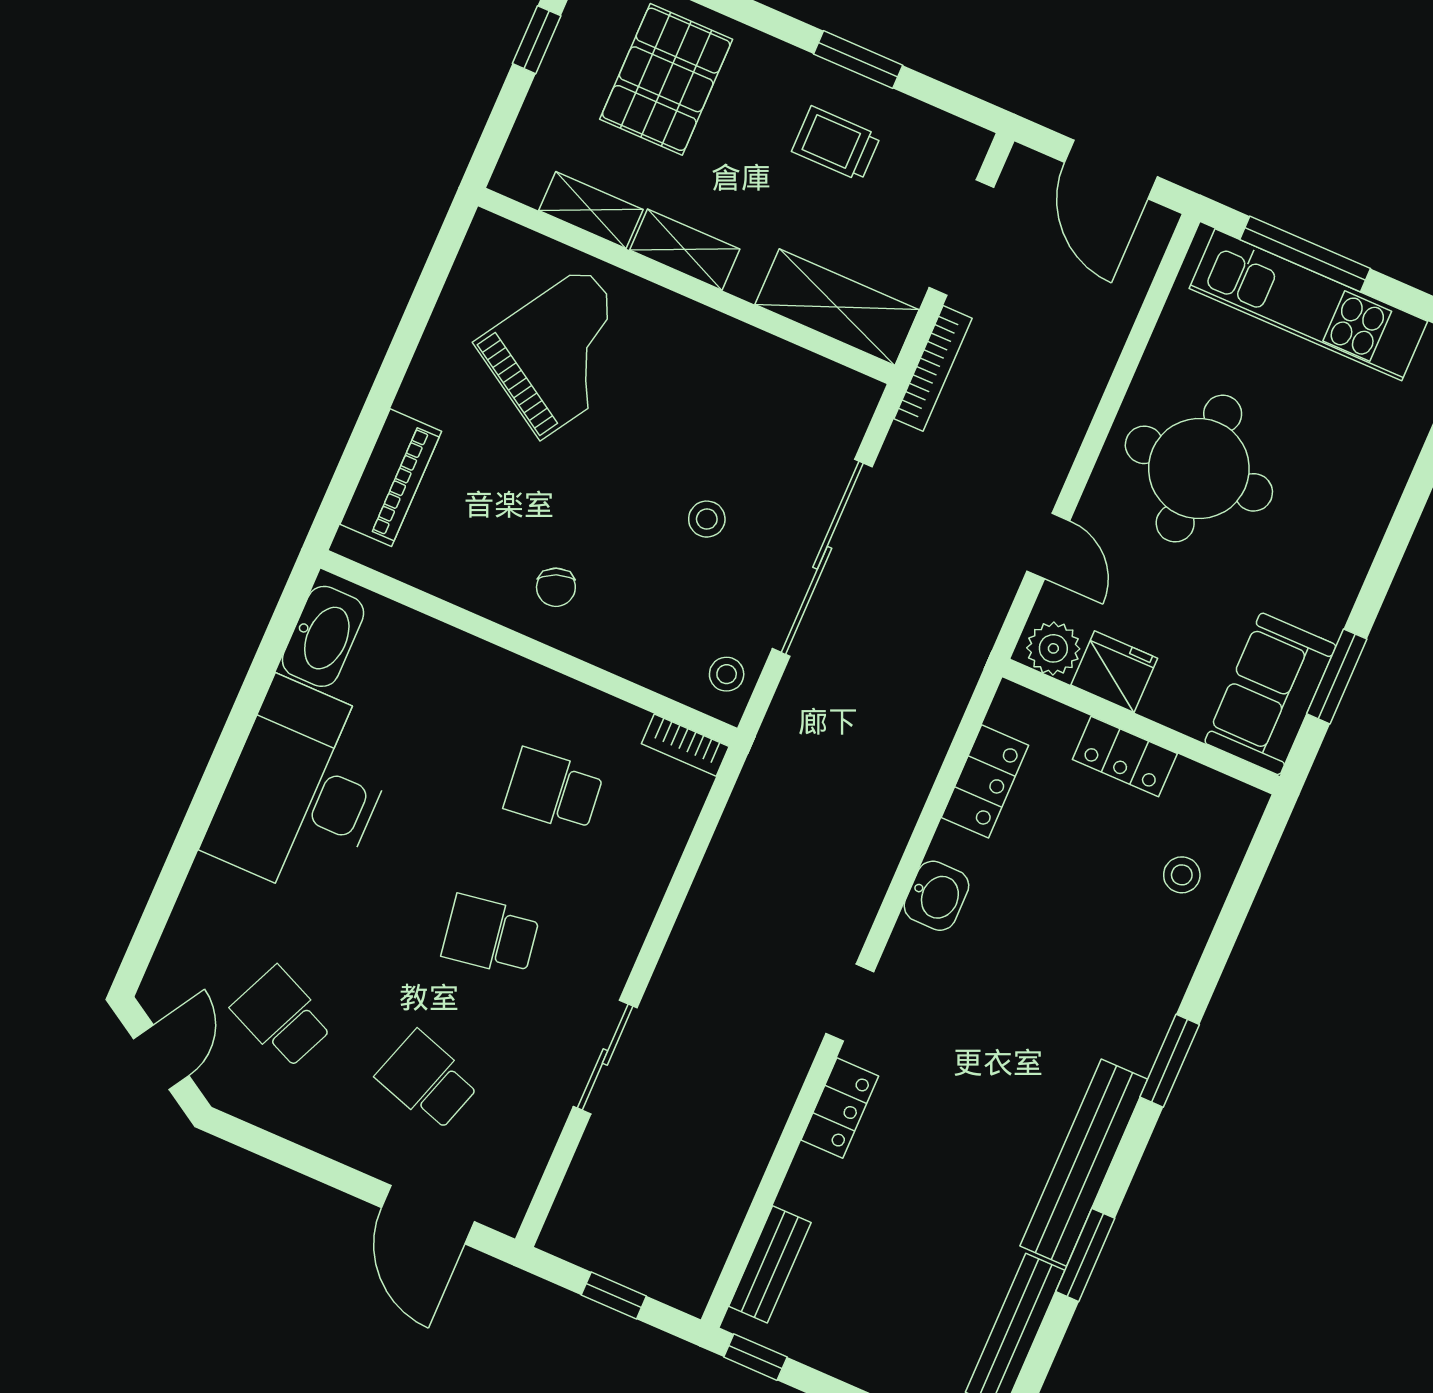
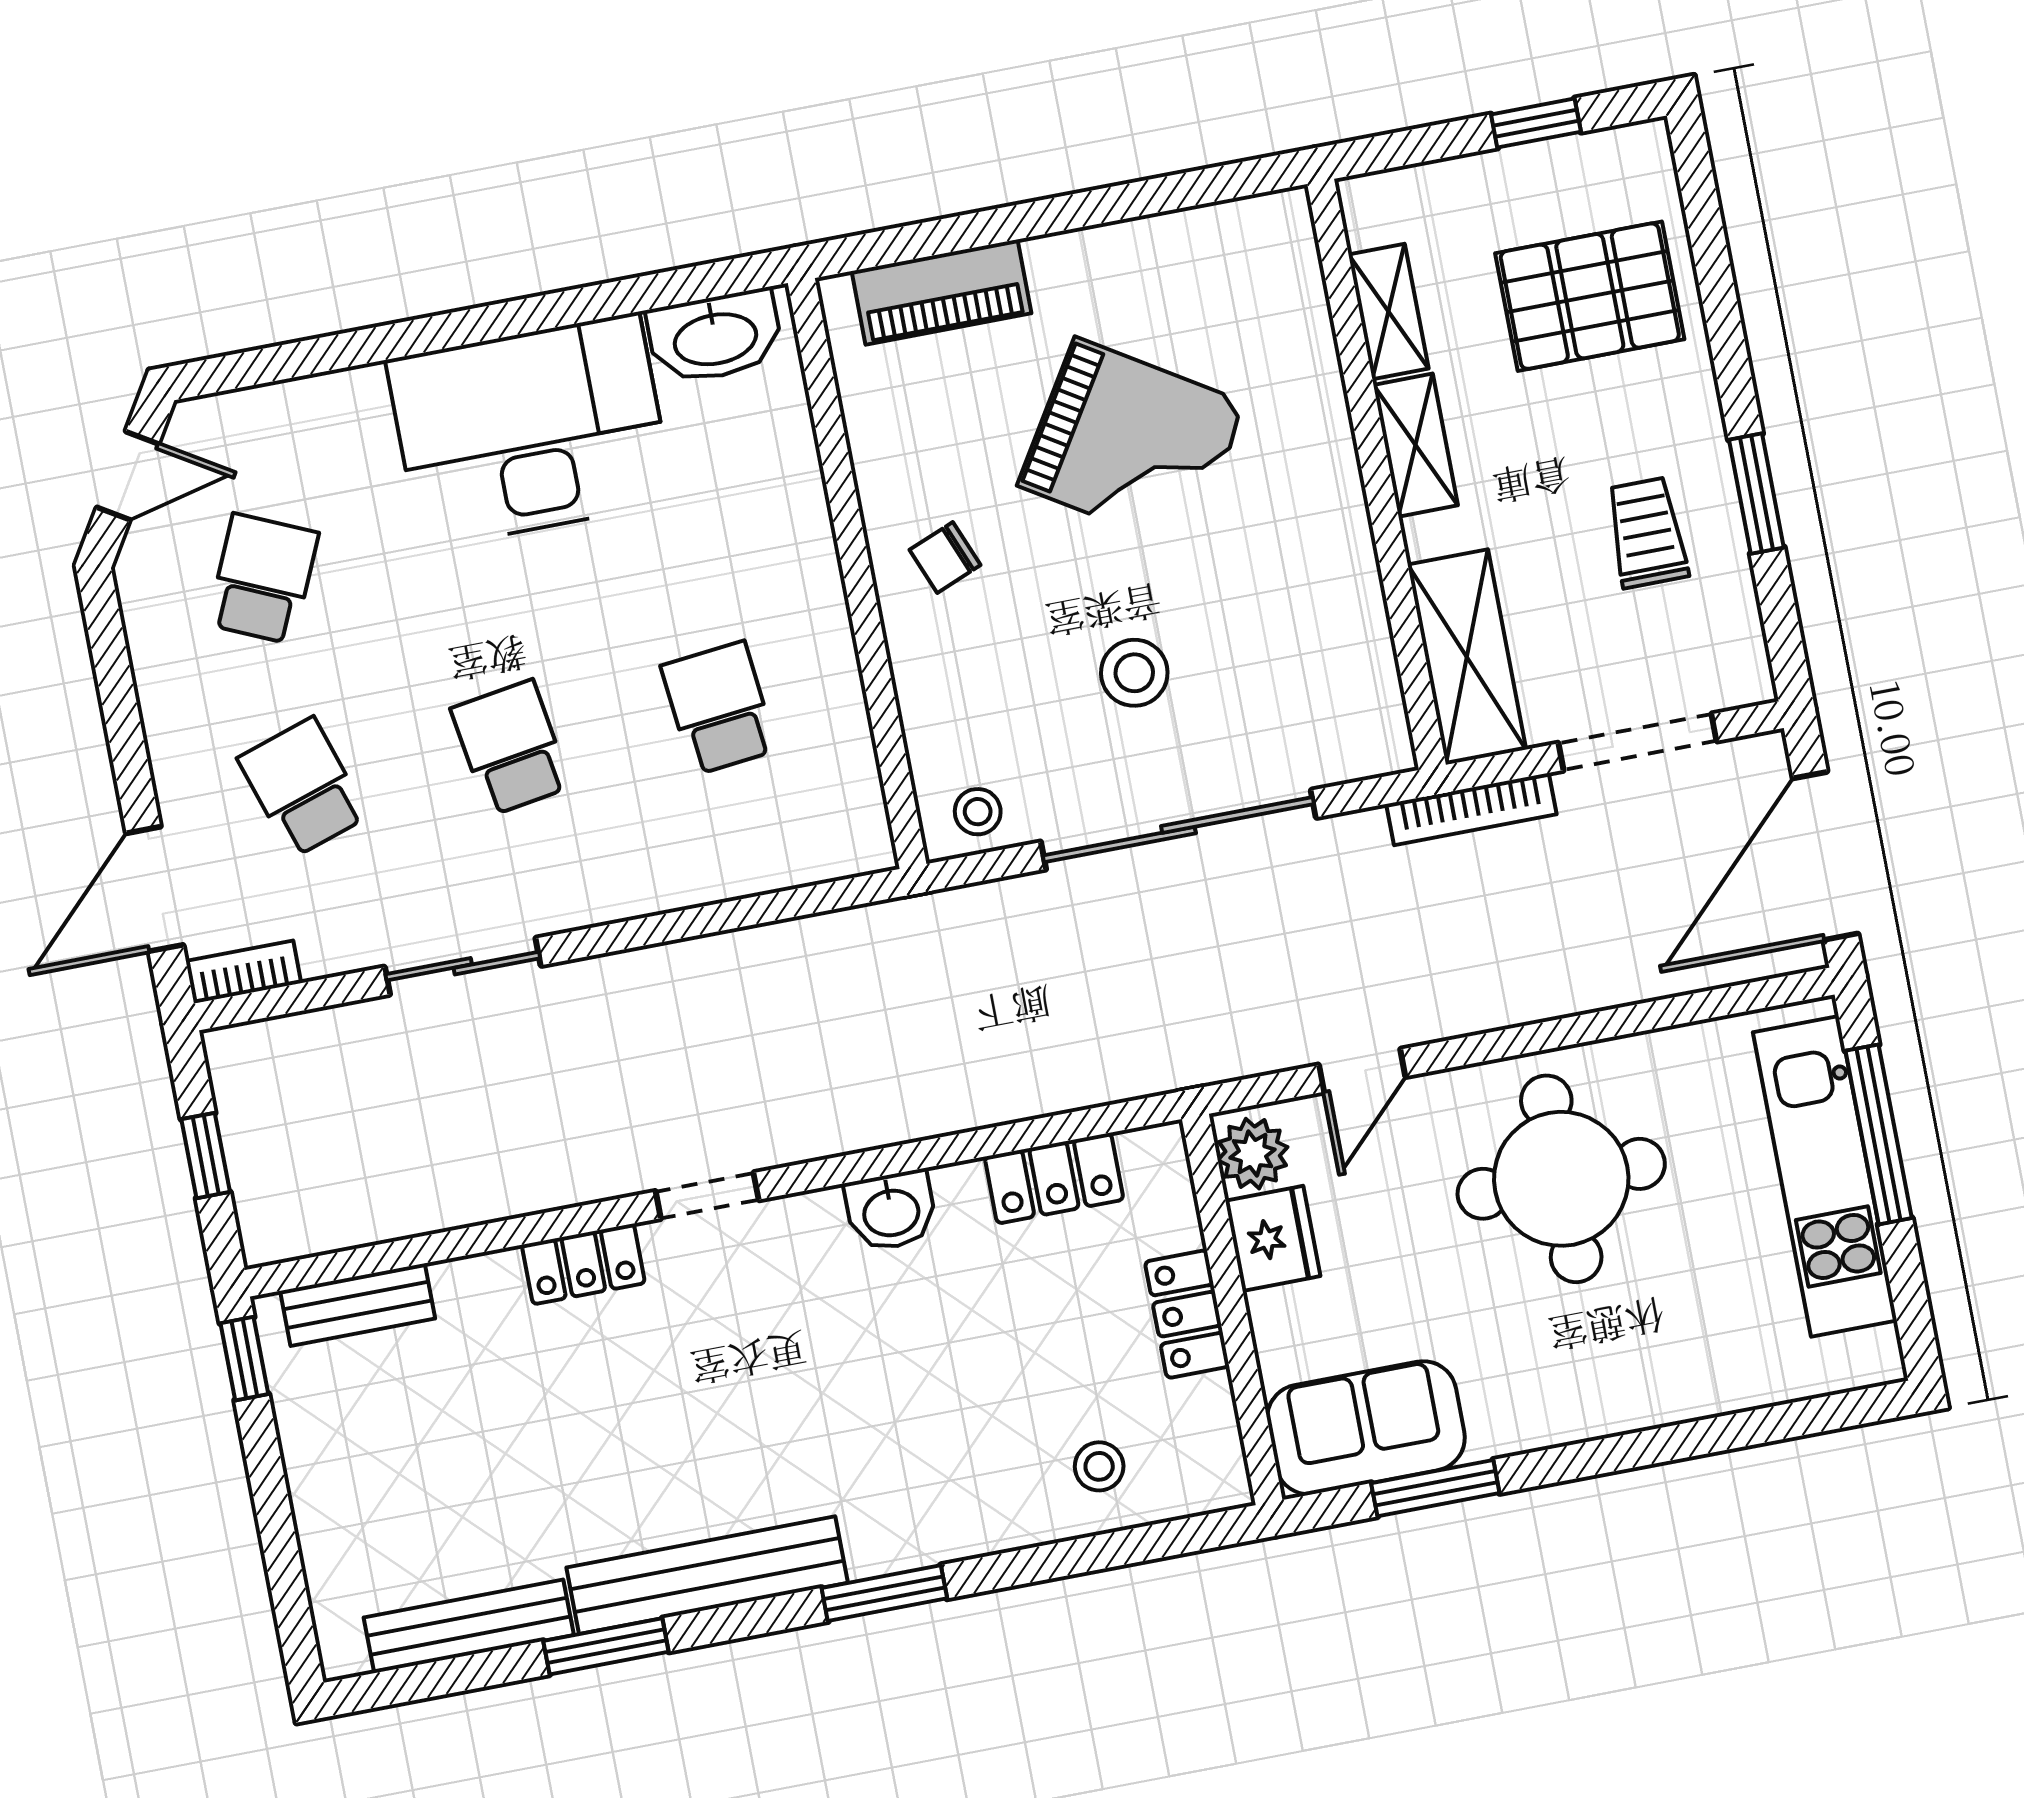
door: (1111, 169) -> (1825, 856), width x1.36
grand piano: (563, 353) -> (1132, 444), moved
stool: (707, 519) -> (1134, 673), width x1.37, depth x1.37
bookcase: (685, 745) -> (243, 972), moved, turned 90
school desk: (428, 1080) -> (303, 787), turned -36

